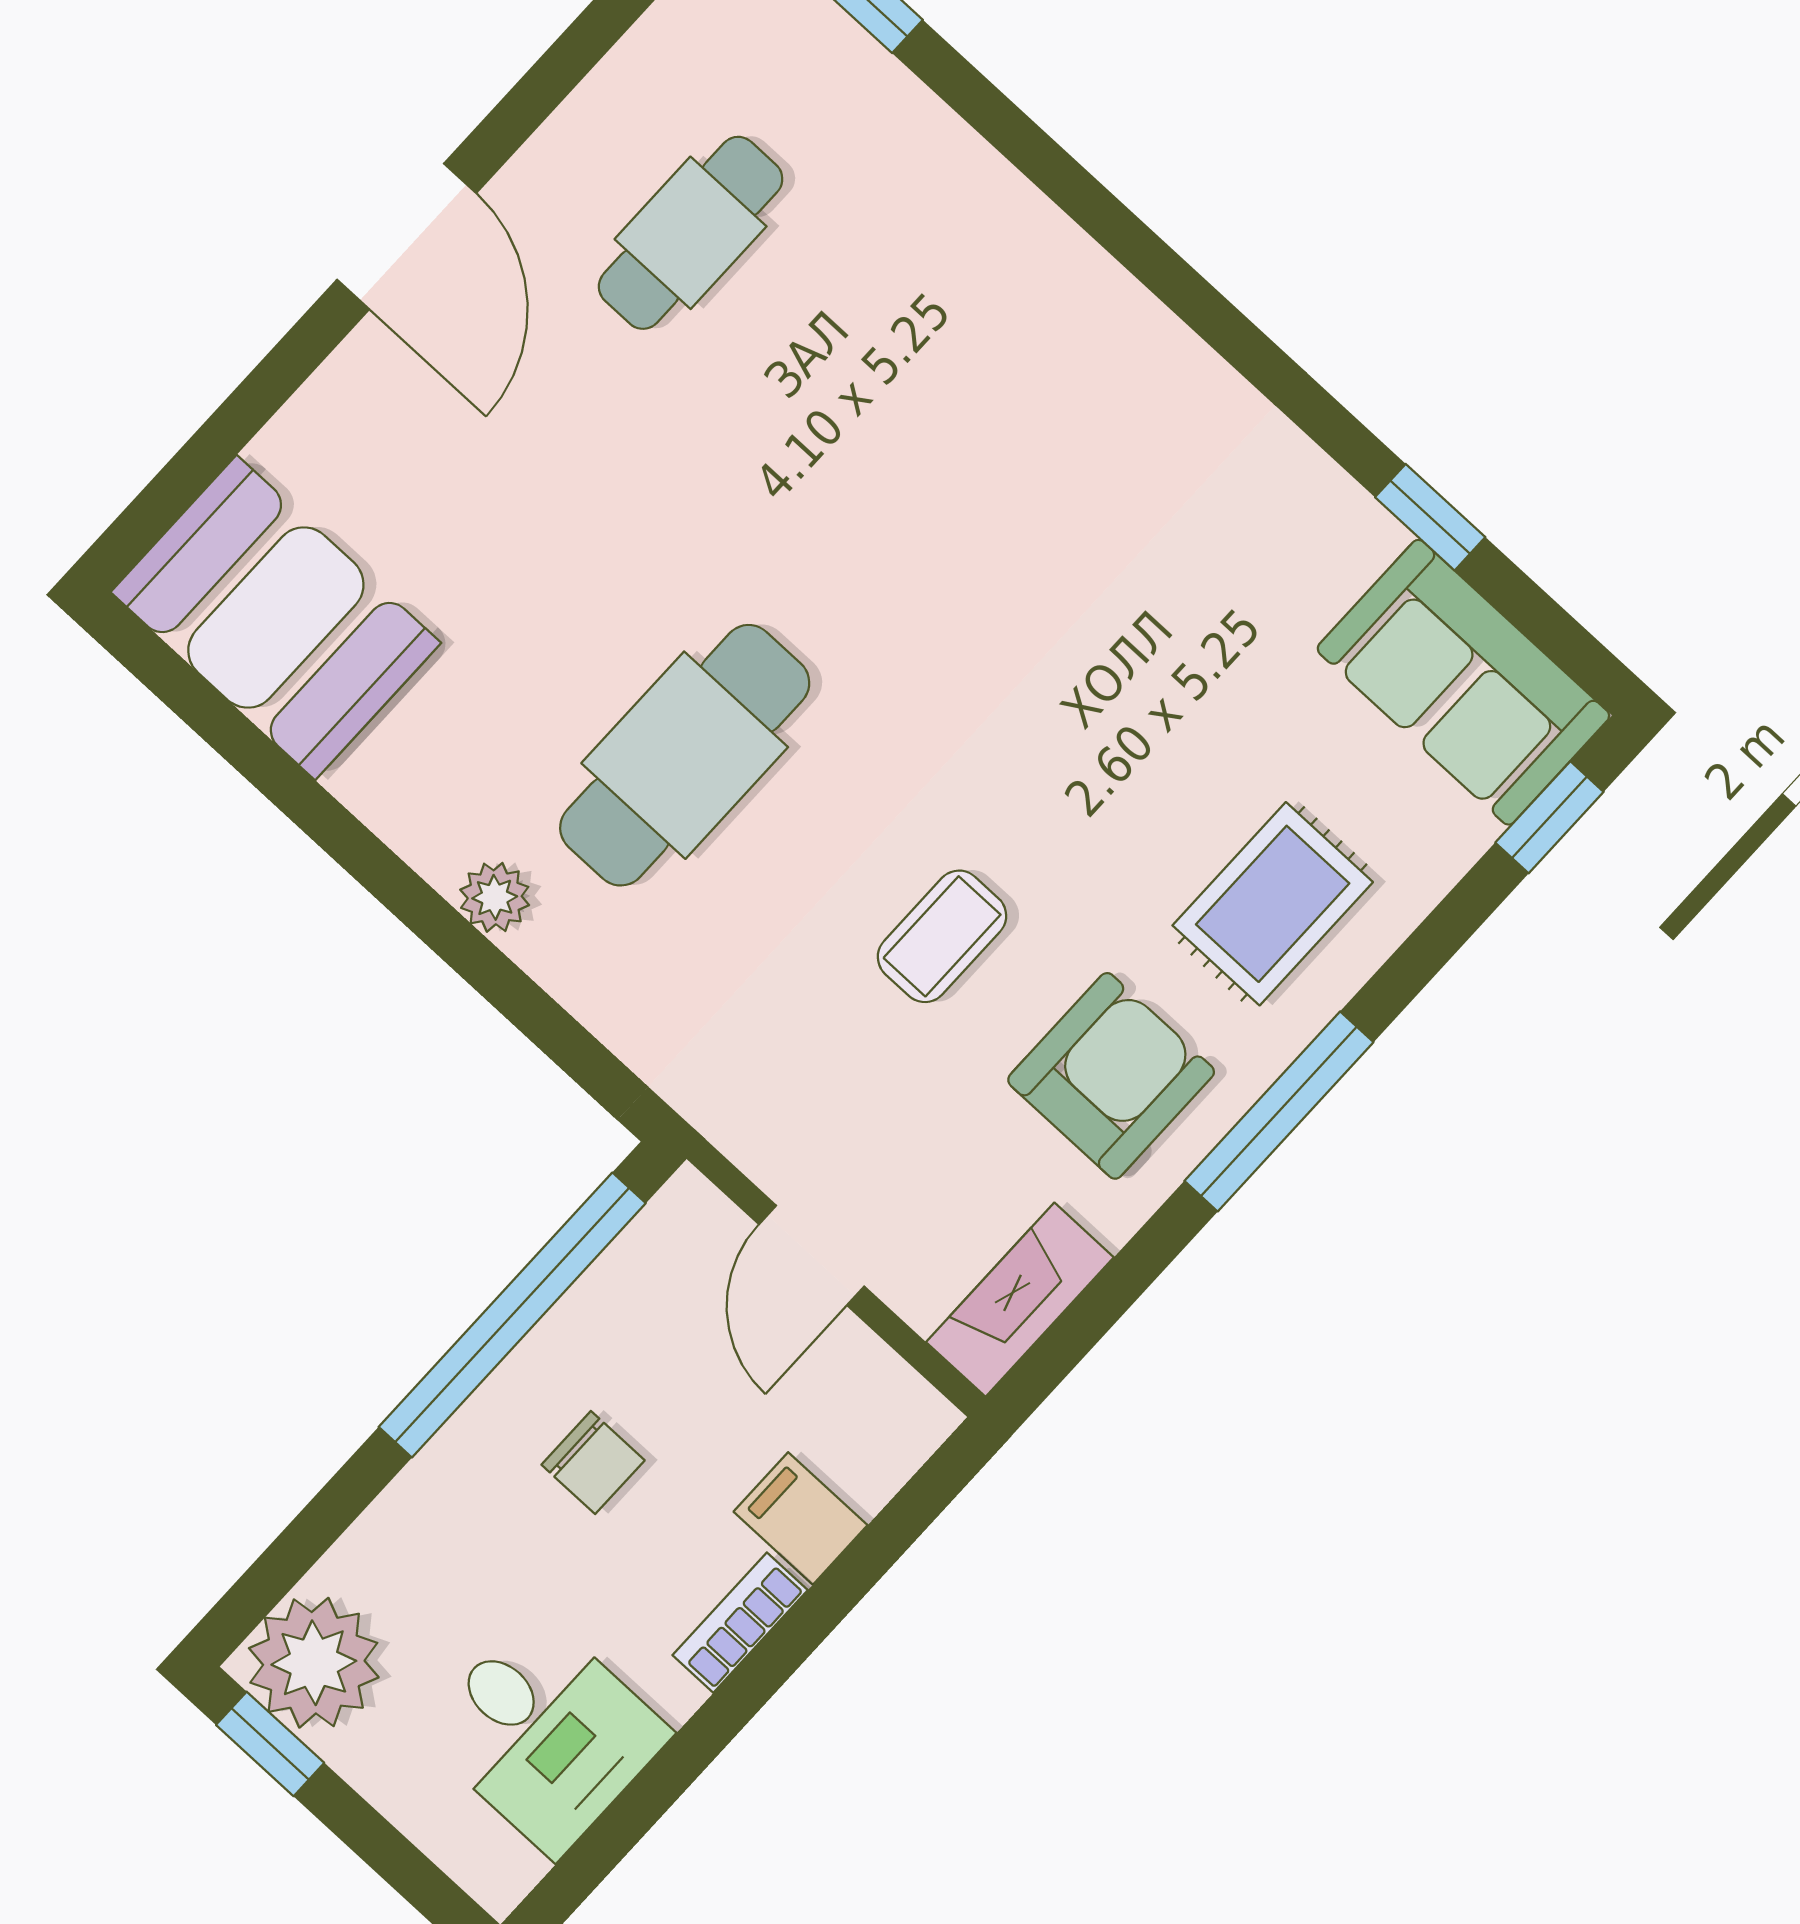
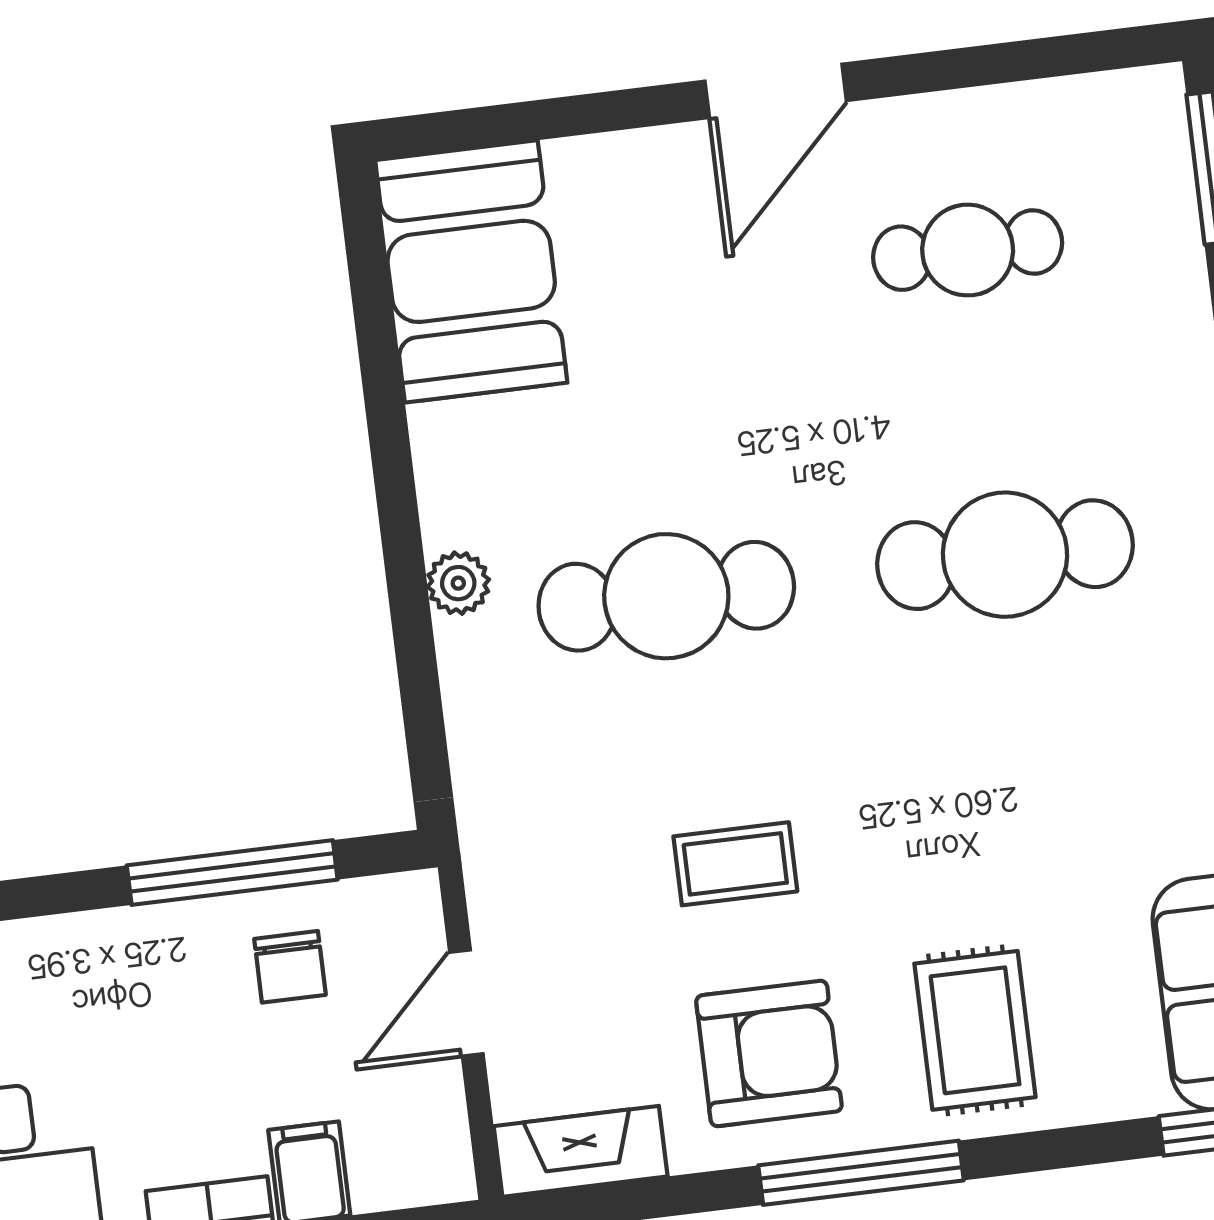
cafe table: (948, 469) -> (1005, 555), added
rug: (1273, 904) -> (975, 1030), turned 90
window: (512, 1315) -> (232, 872), width x0.68
chair: (593, 1463) -> (290, 967), moved

